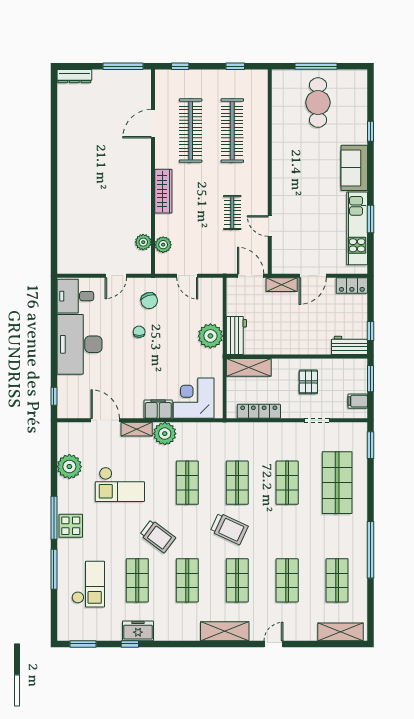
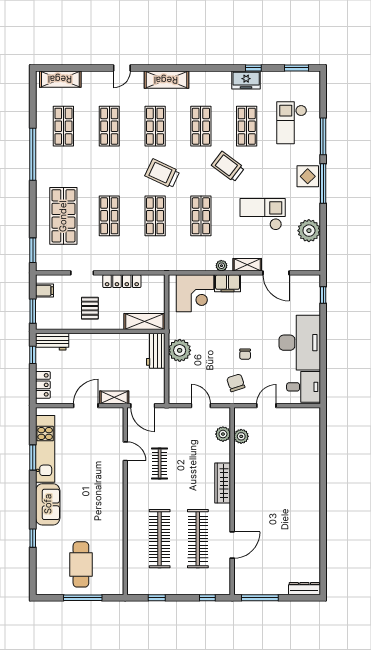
locker: (352, 285) -> (43, 385), moved, turned 90
locker: (259, 411) -> (122, 281), moved
plant: (165, 434) -> (221, 266), width x0.53, depth x0.53

